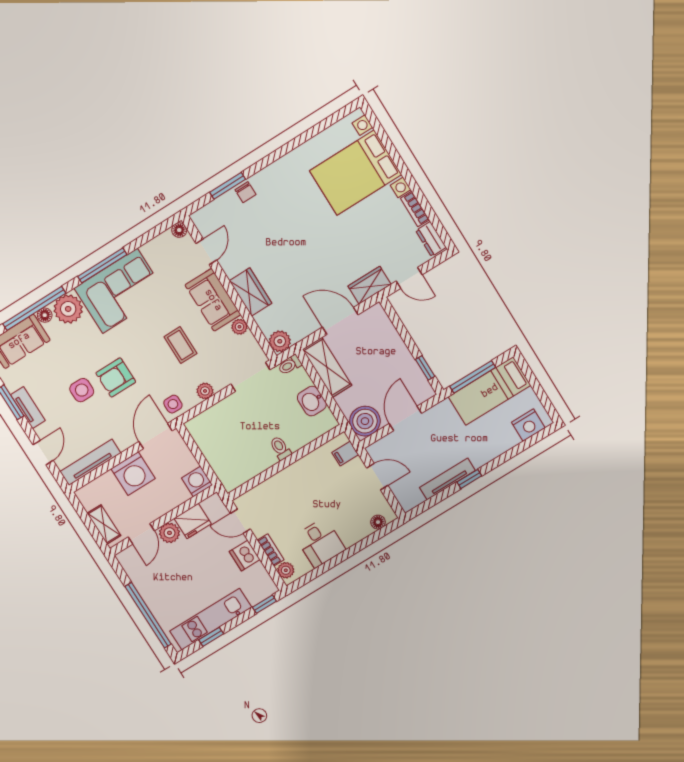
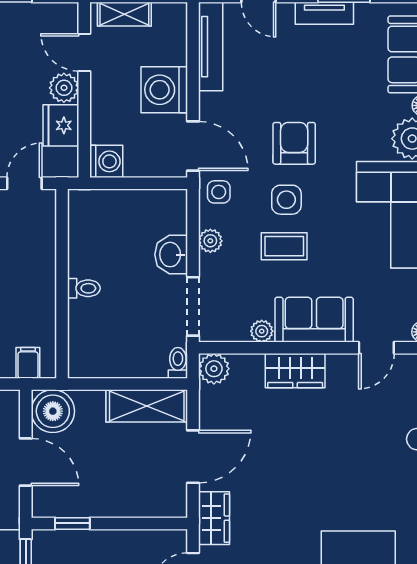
door: (206, 252) -> (376, 348), hinge flipped
side table: (82, 390) -> (286, 200), moved
washbasin: (312, 401) -> (171, 255), moved, turned -90

